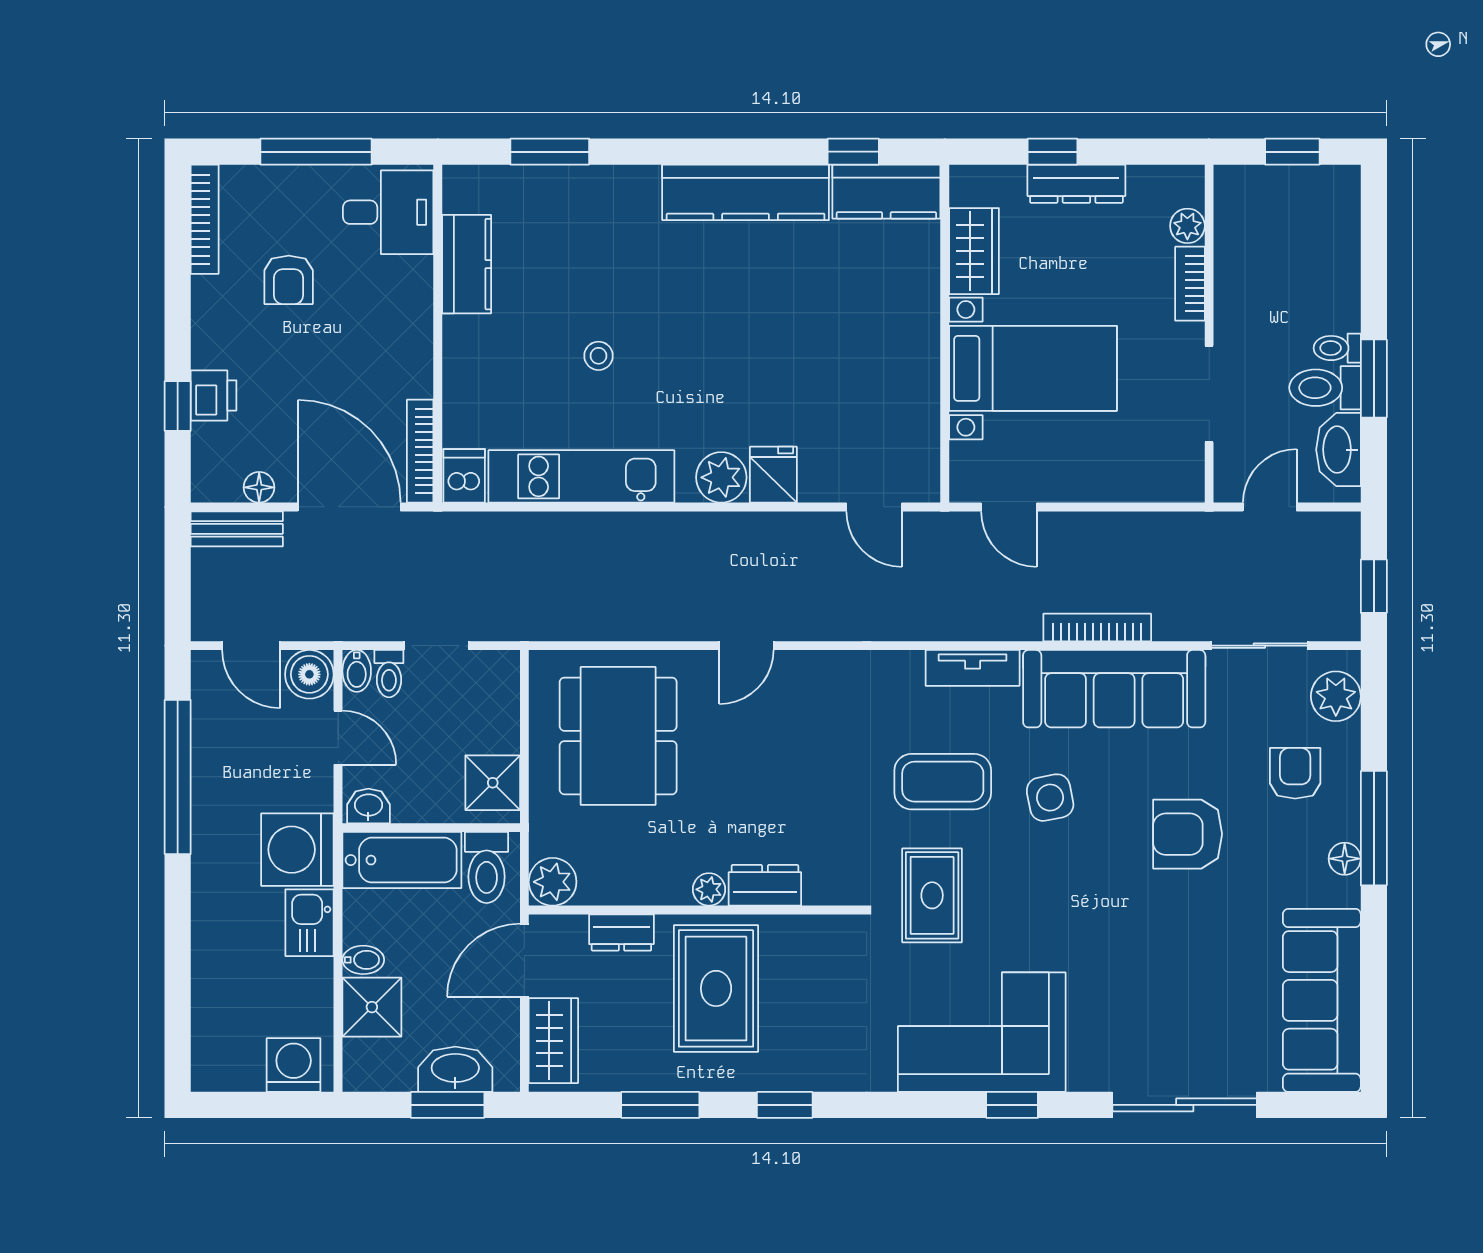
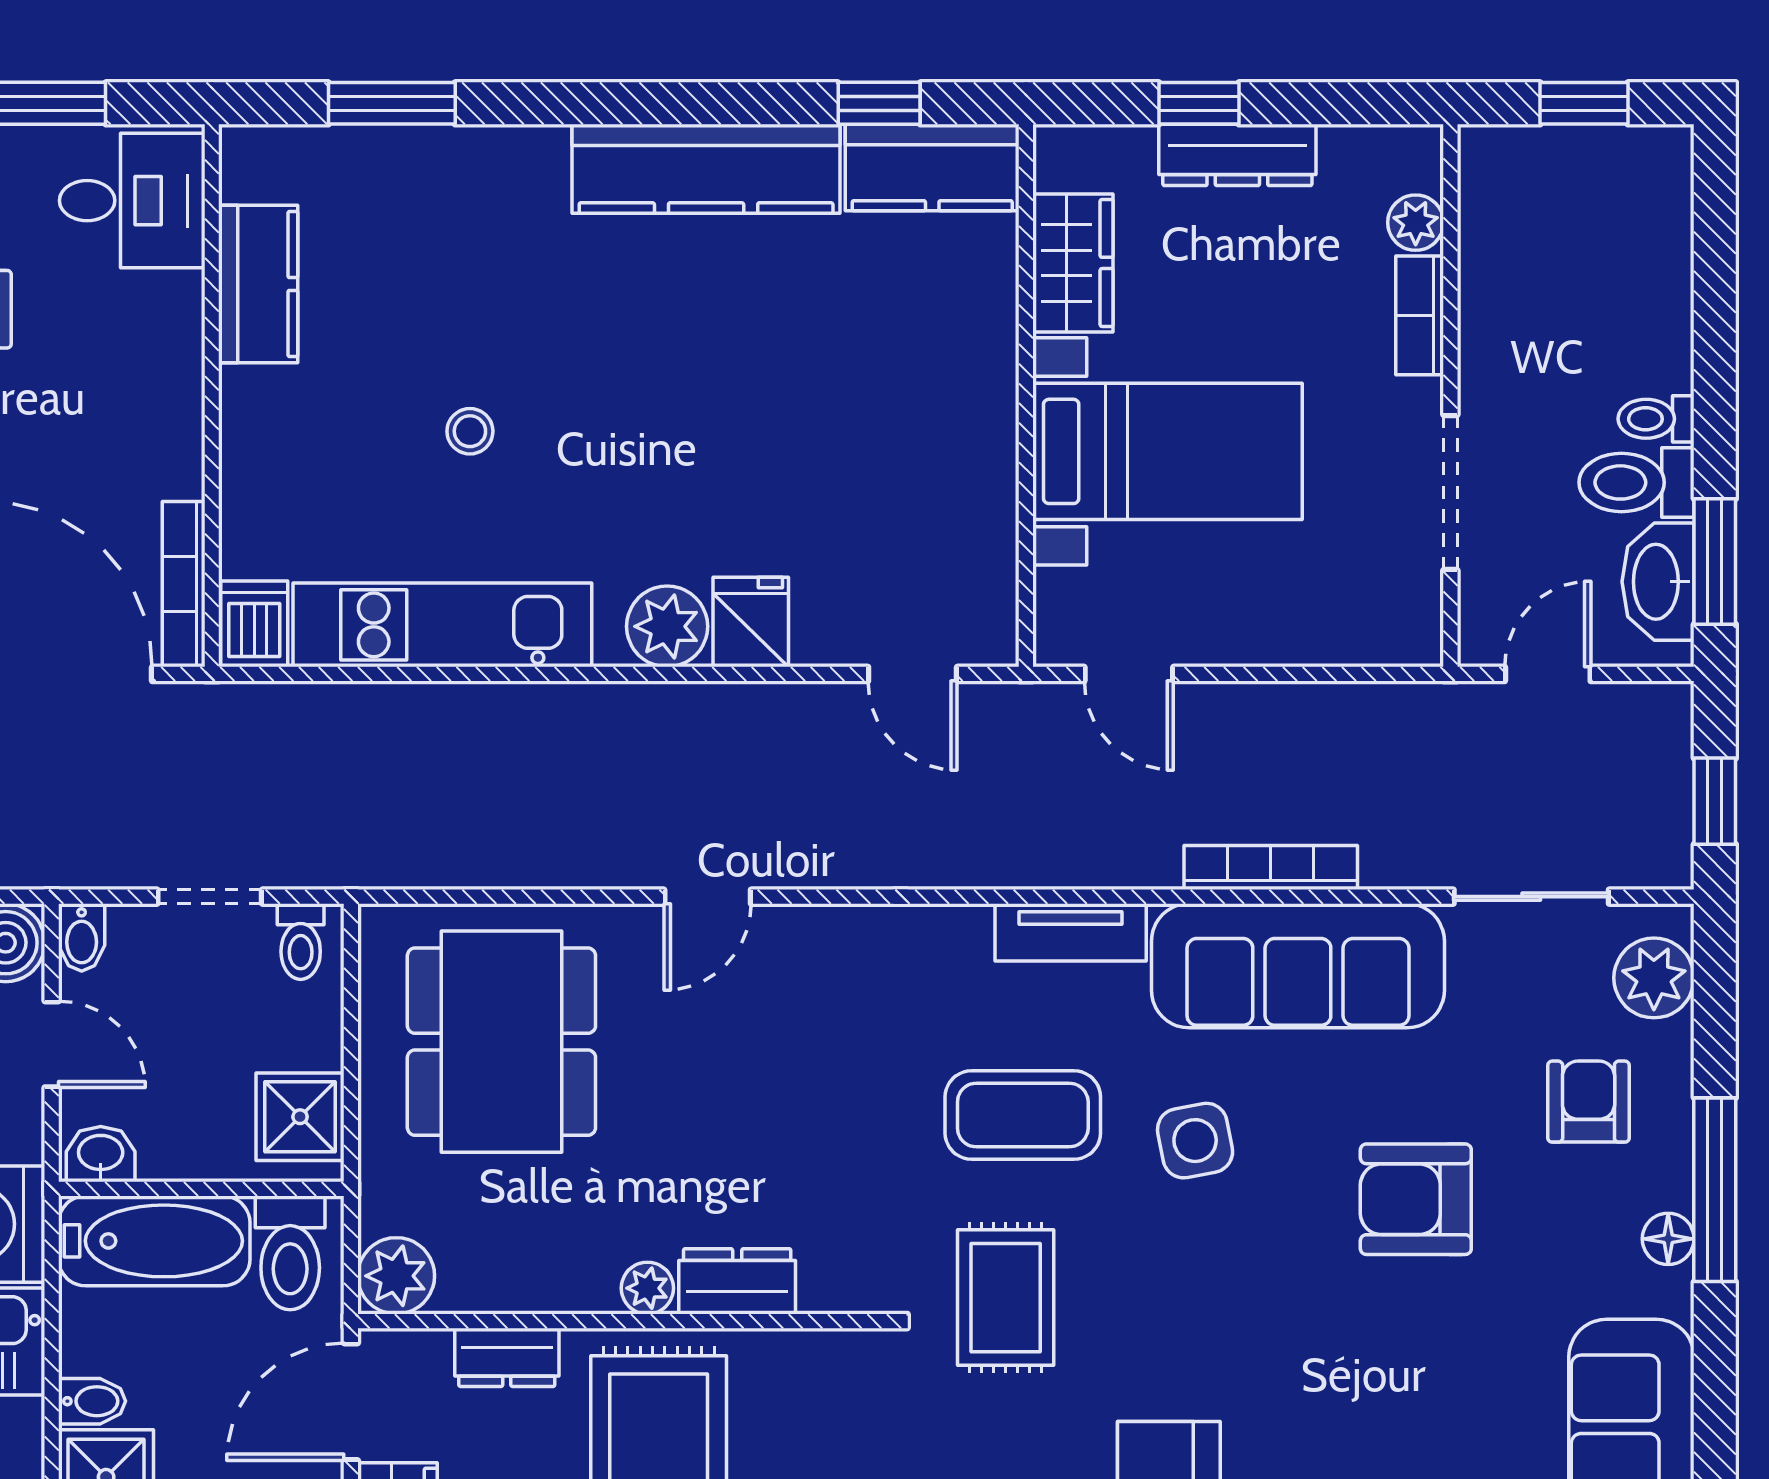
window: (1374, 378) -> (1715, 561), moved
toilet: (389, 674) -> (301, 942), moved

